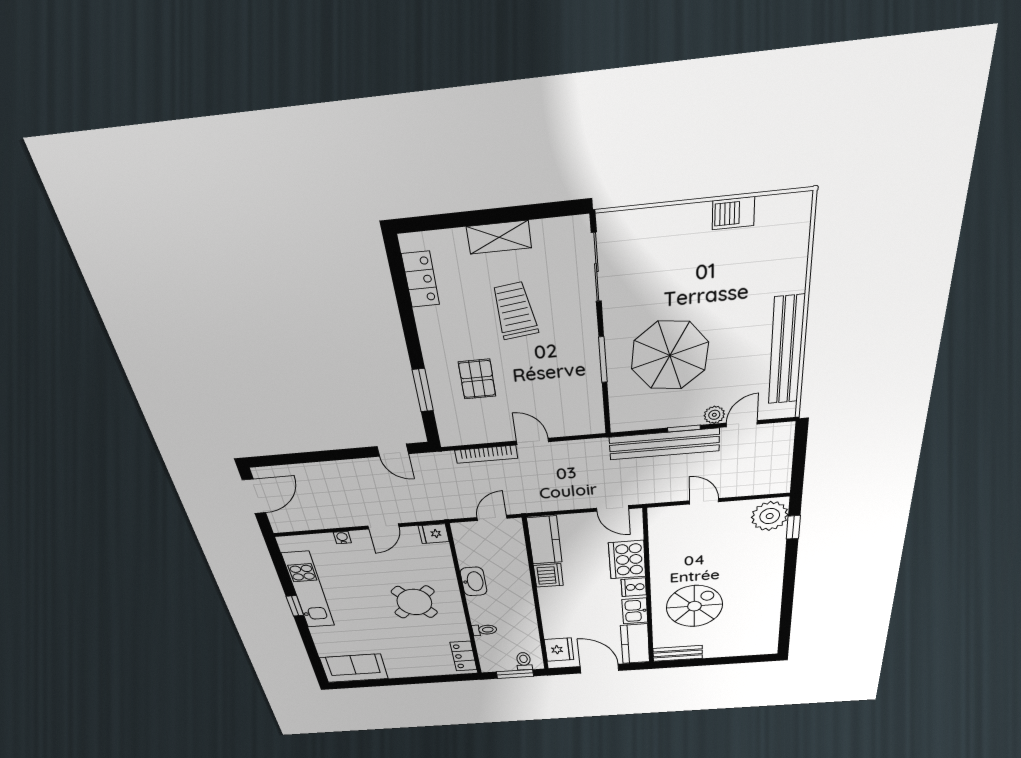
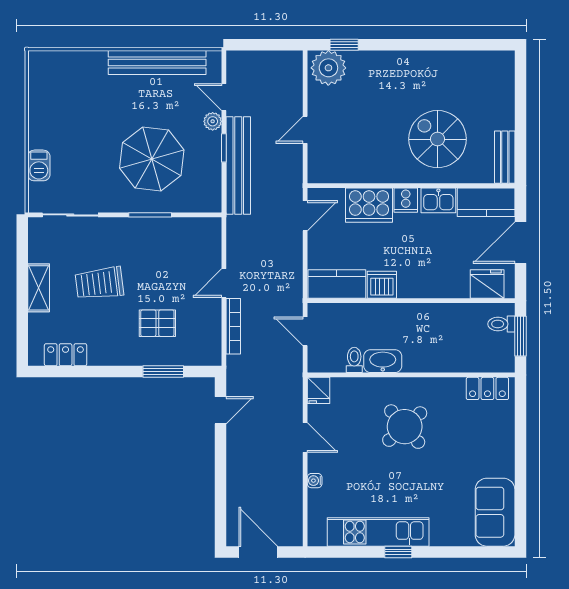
barbecue: (733, 213) -> (39, 165), moved
toilet: (485, 630) -> (354, 360), moved

